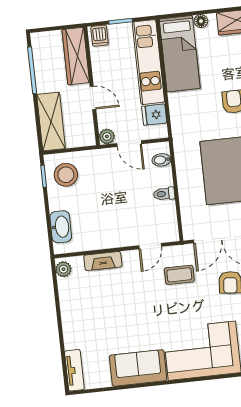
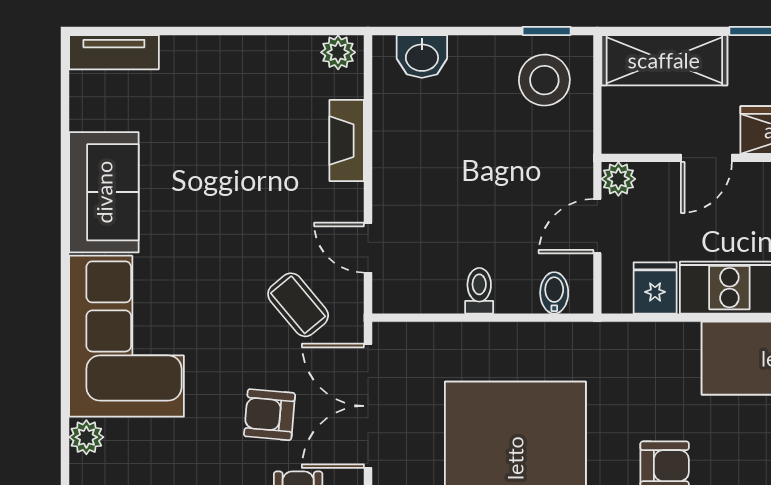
washbasin: (61, 227) -> (422, 56), width x0.72
coffee table: (179, 275) -> (298, 305), turned -40

